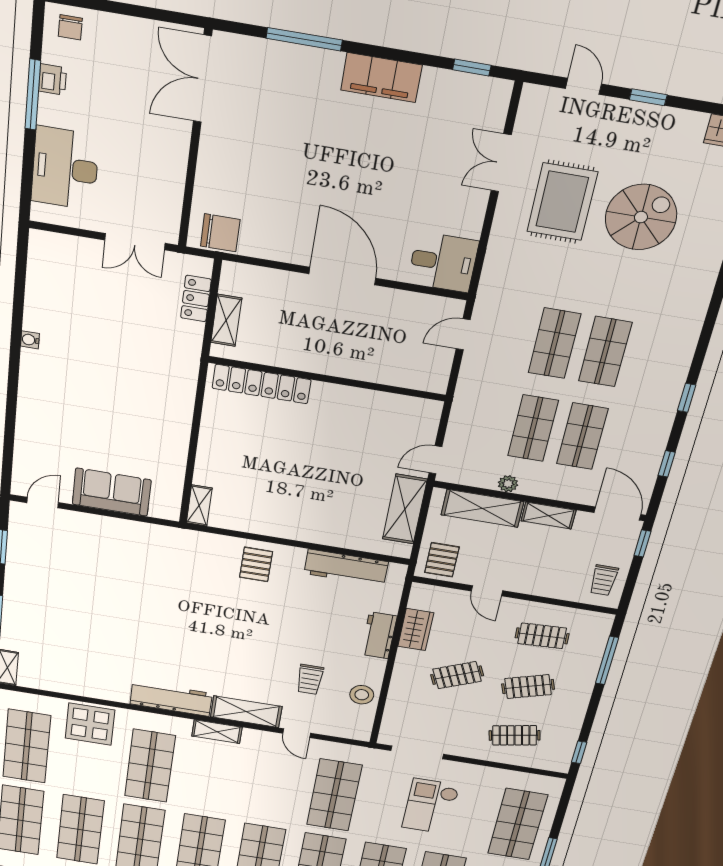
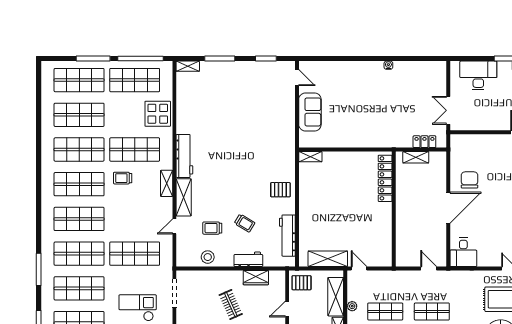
chair: (220, 233) -> (470, 180), moved, turned 180
trolley: (309, 630) -> (245, 223), added
trolley: (198, 790) -> (123, 178), added

